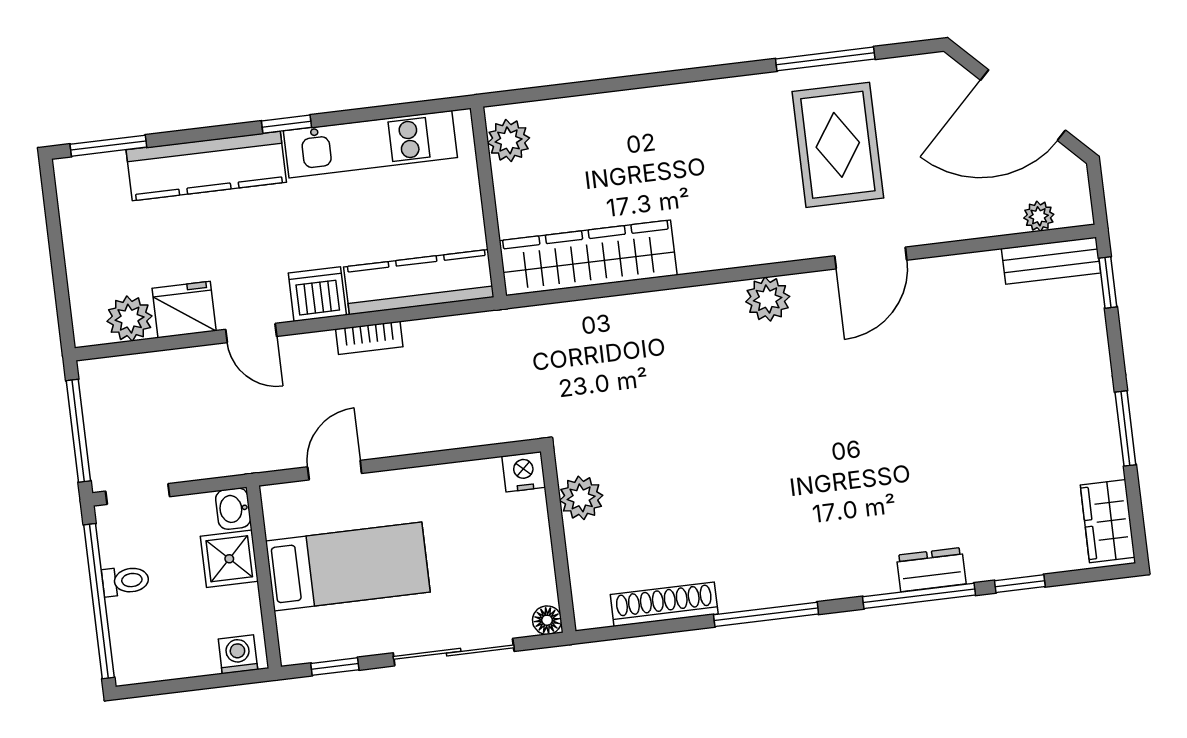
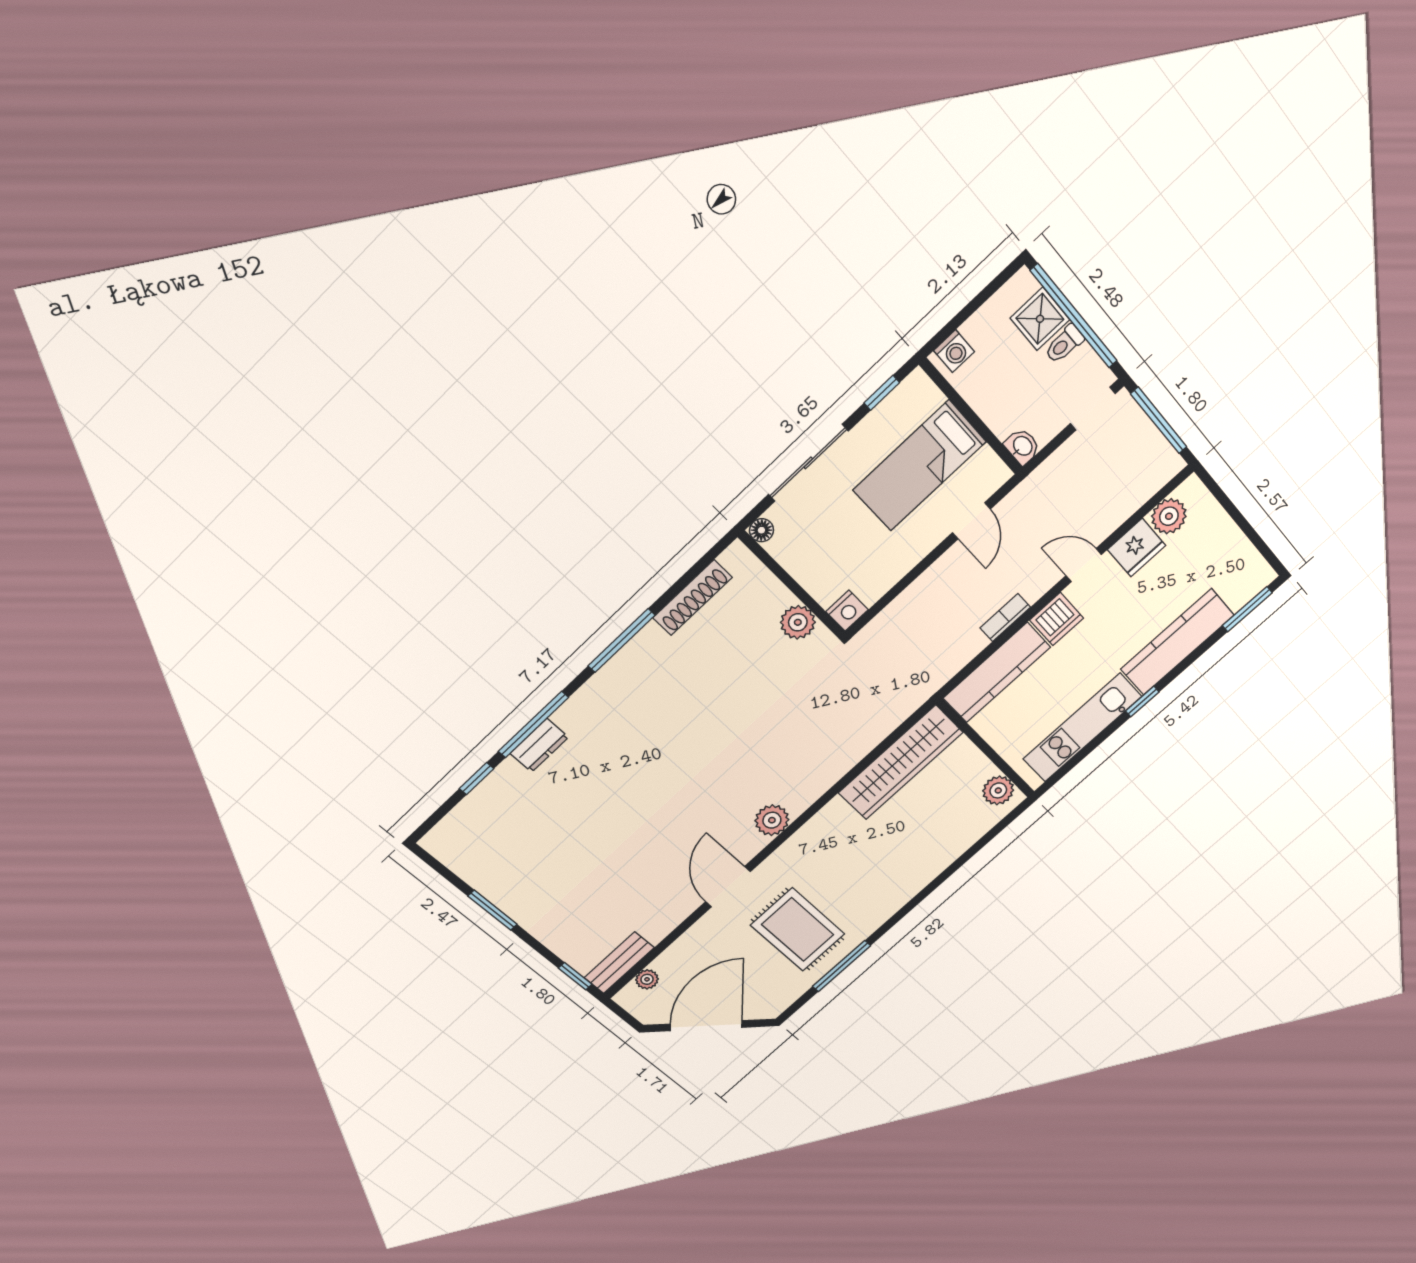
wardrobe: (1108, 521) -> (455, 853), removed
shower: (229, 559) -> (1040, 319), moved

